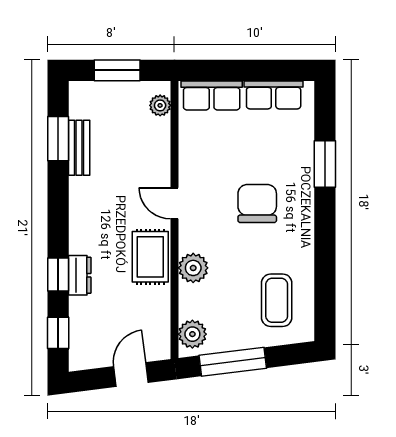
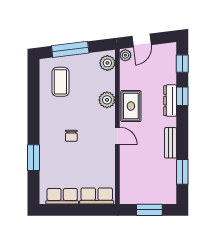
plant: (160, 105) -> (125, 55), moved
bench: (79, 148) -> (171, 143), moved
chair: (257, 203) -> (71, 136), width x0.54, depth x0.54
dresser: (80, 275) -> (170, 101), width x1.44
window: (233, 362) -> (70, 49), moved

